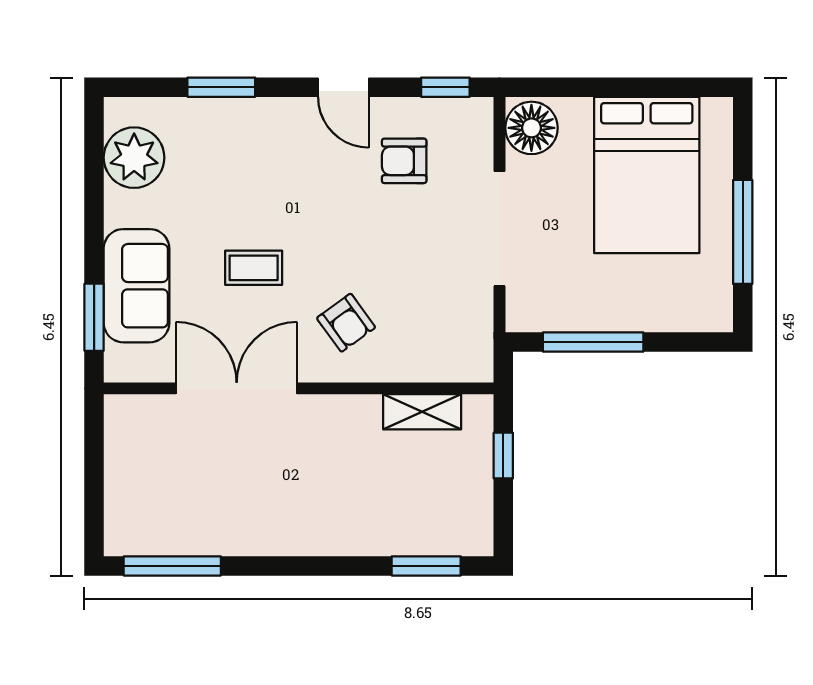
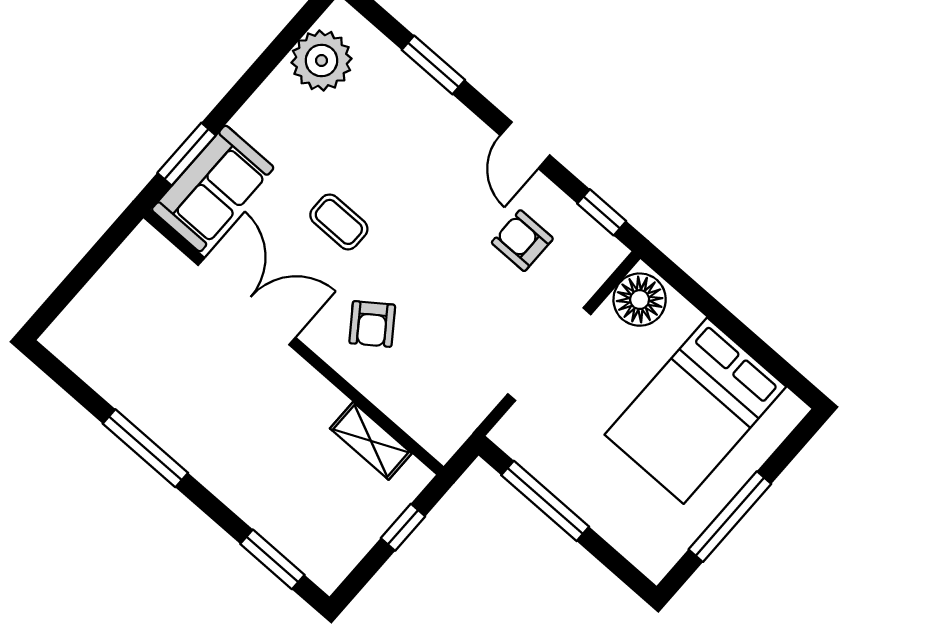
sofa: (137, 286) -> (213, 189), moved
window: (172, 566) -> (145, 448), moved

